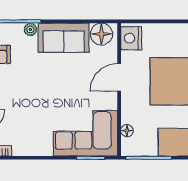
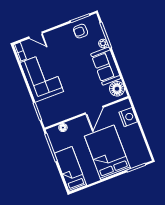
nightstand: (131, 38) -> (128, 117), moved, turned 90
door: (119, 77) -> (94, 110), swing flipped
corner sofa: (85, 133) -> (42, 77), moved

